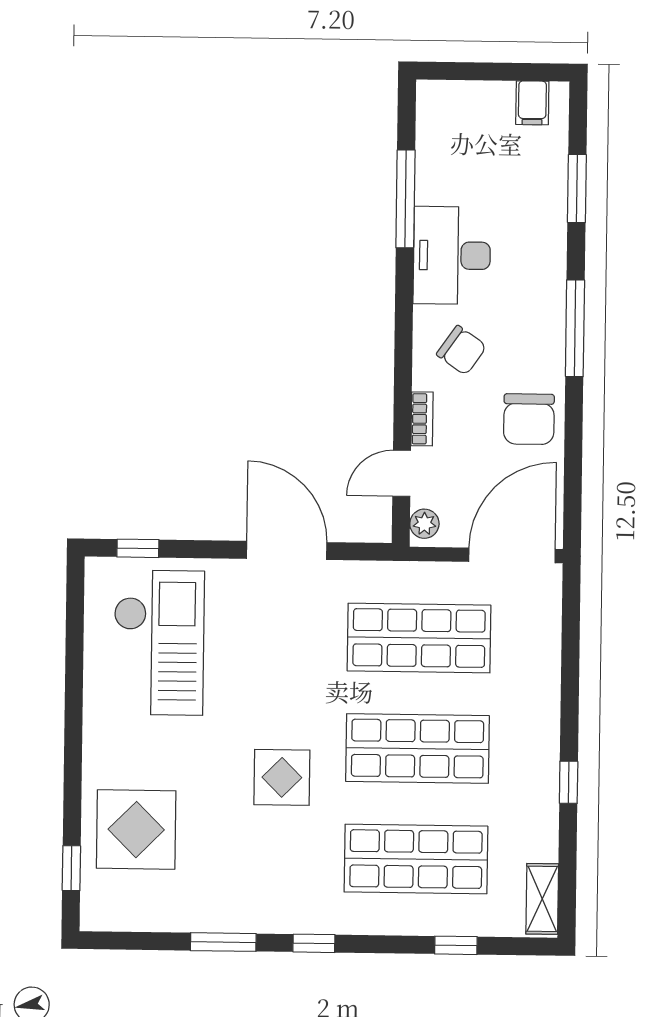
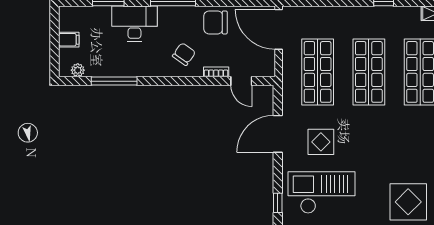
filing cabinet: (532, 103) -> (69, 40), moved
desk: (452, 255) -> (134, 24), moved, turned 180
chair: (529, 419) -> (215, 22), turned 180
plant: (424, 524) -> (78, 70), moved
display table: (282, 777) -> (321, 142), moved

